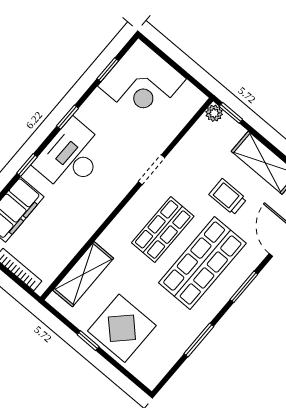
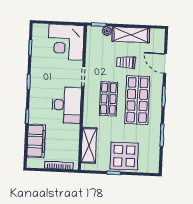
corner desk: (142, 82) -> (66, 42), moved, turned 90
plant: (214, 113) -> (107, 31), moved
desk: (71, 157) -> (66, 105), moved, turned 180

